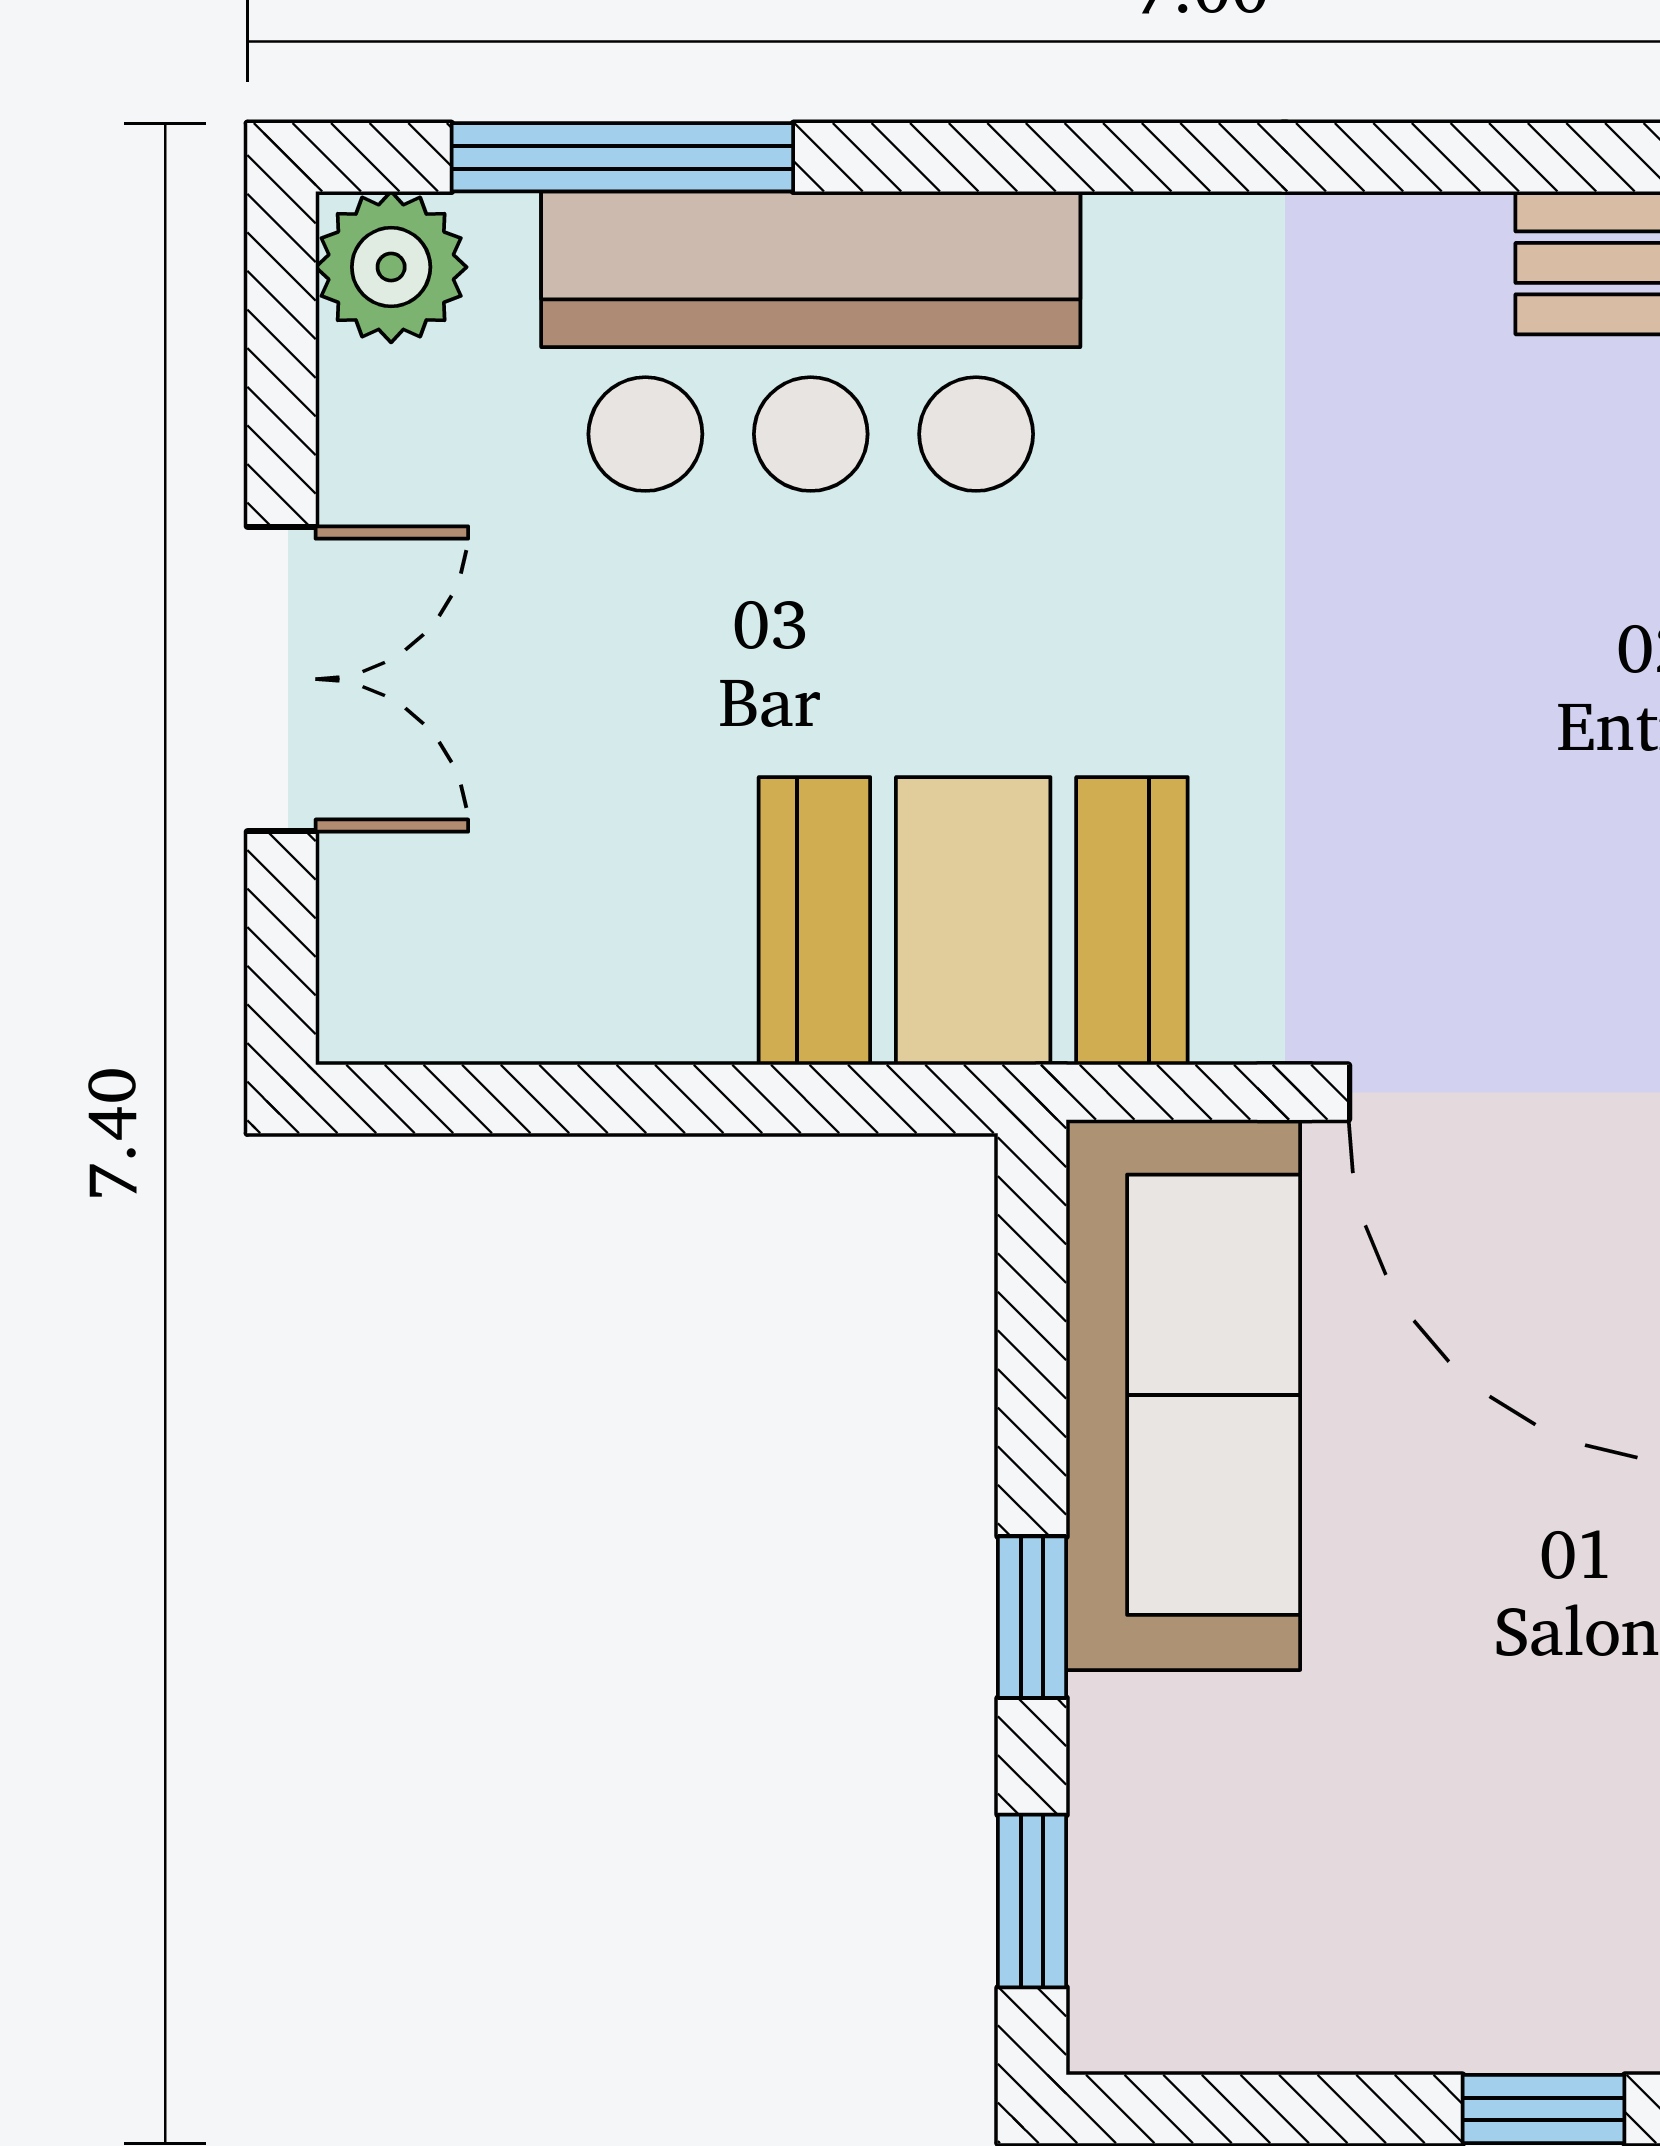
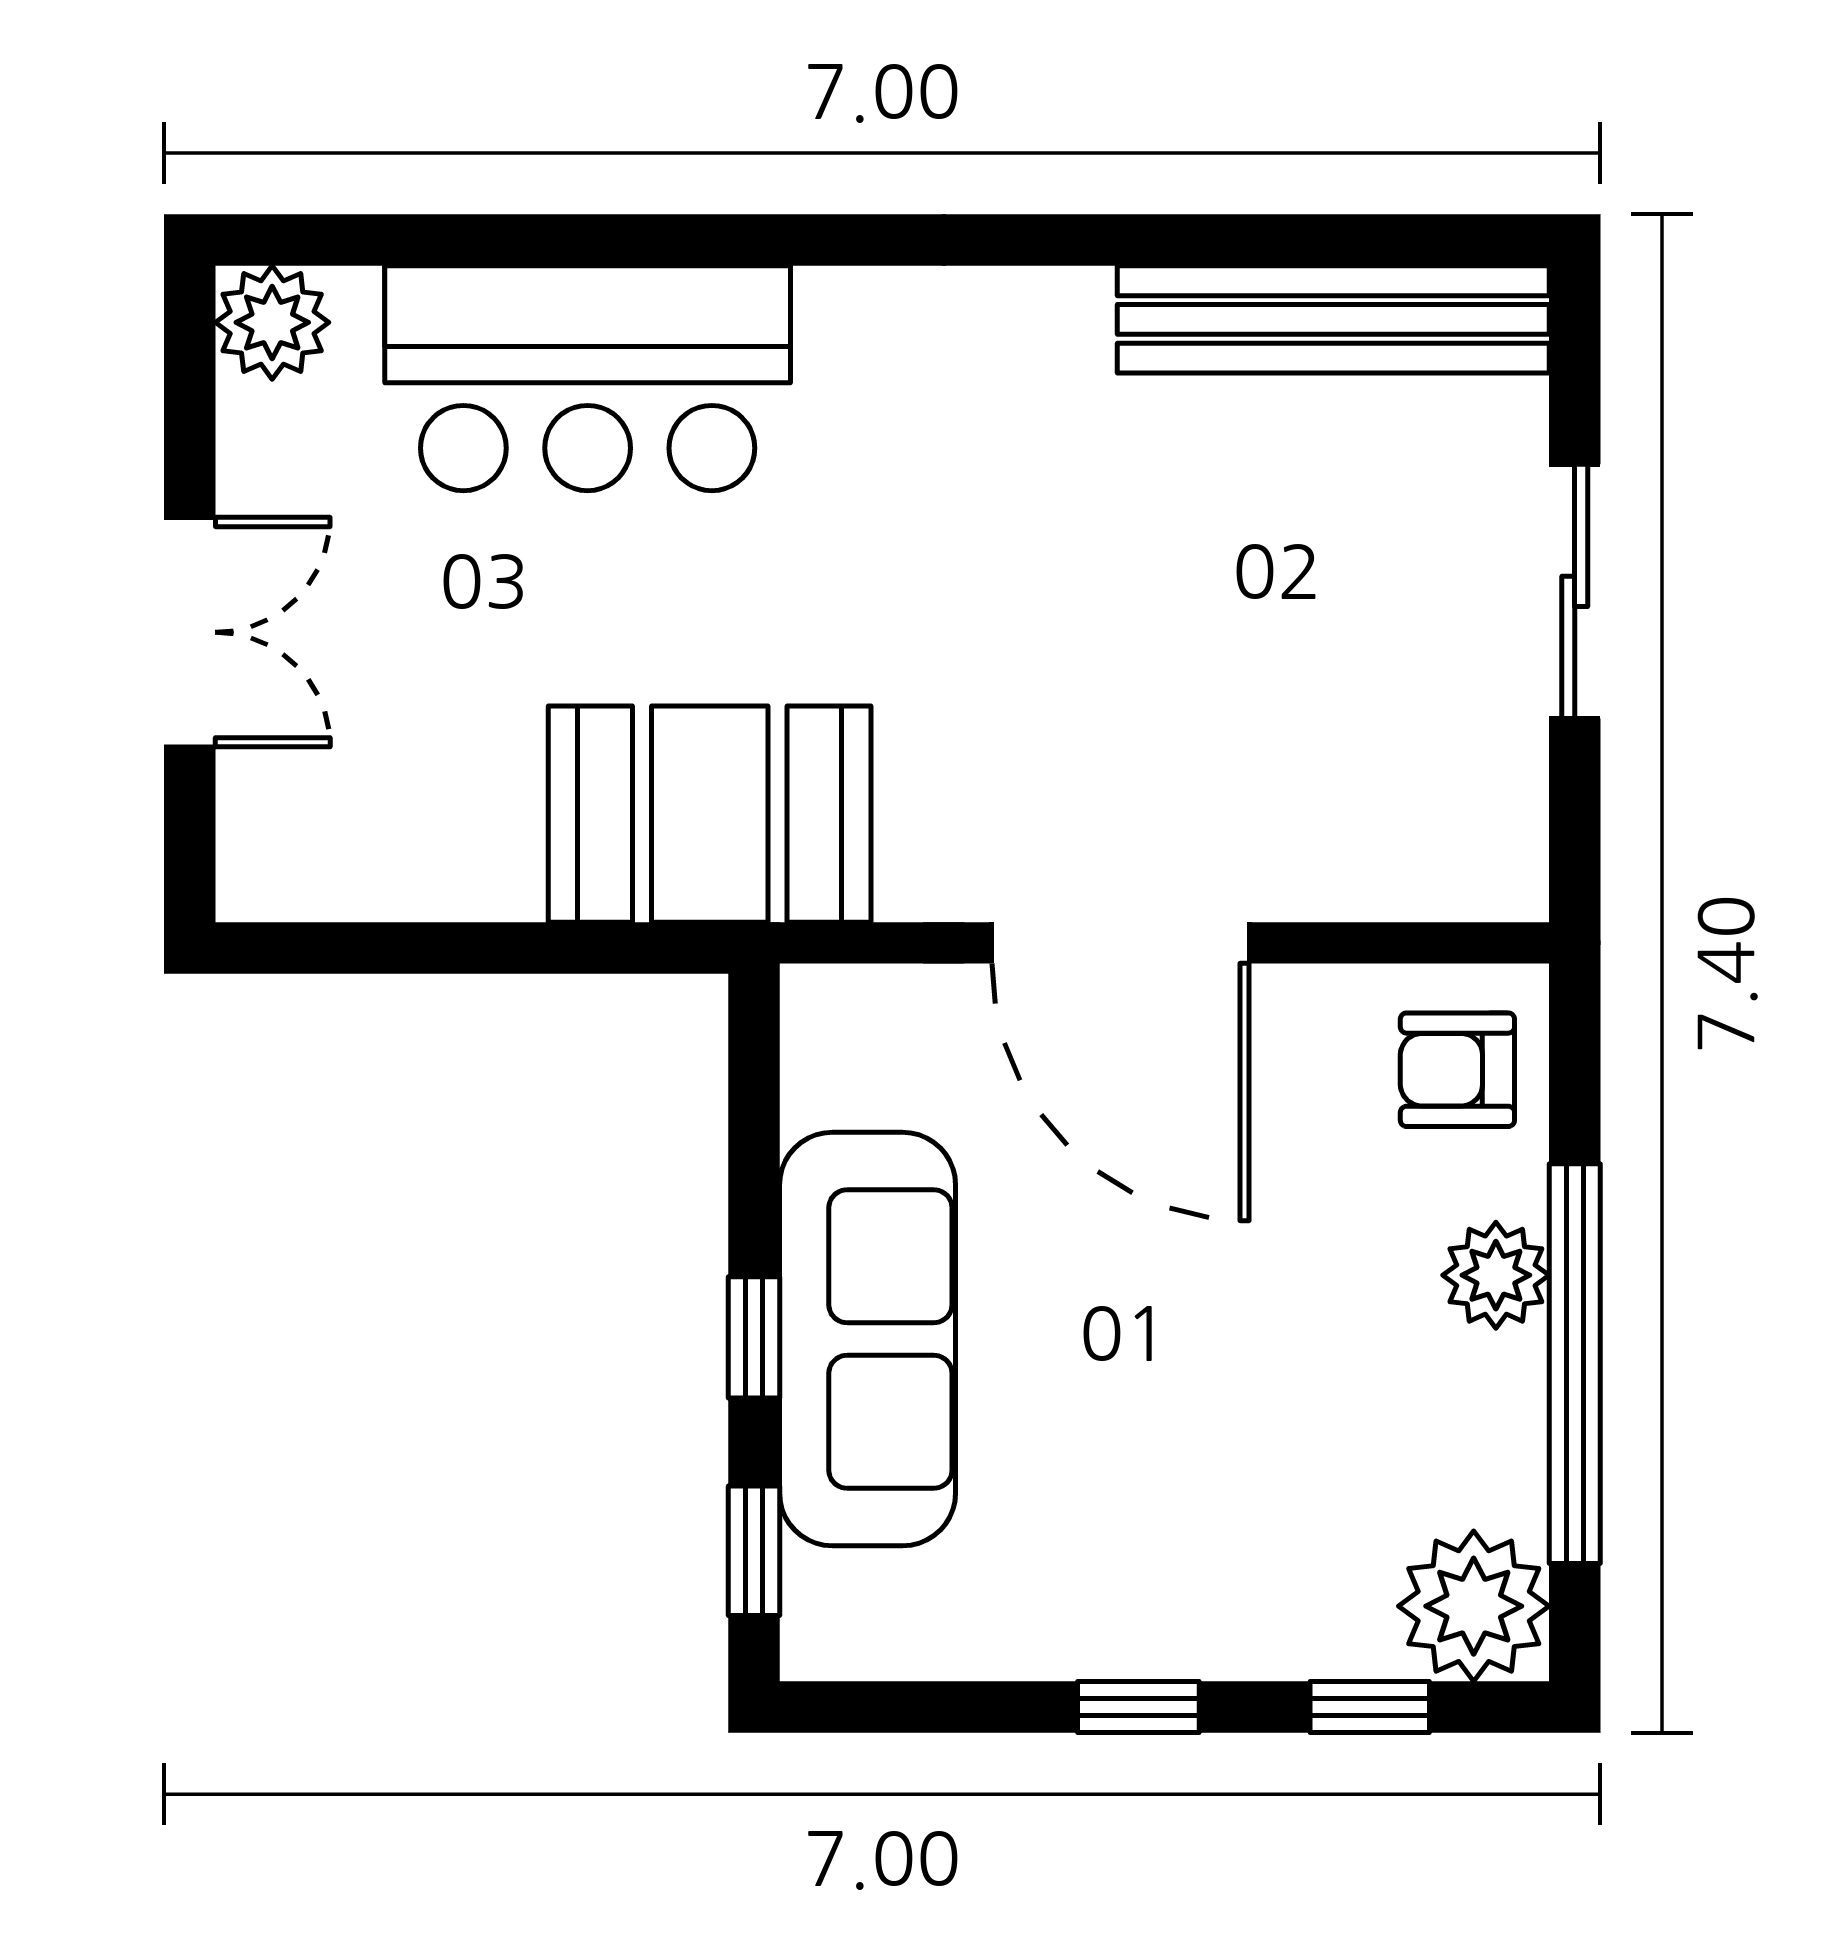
window: (622, 157) -> (446, 240), removed
sofa: (1183, 1395) -> (868, 1339), moved

